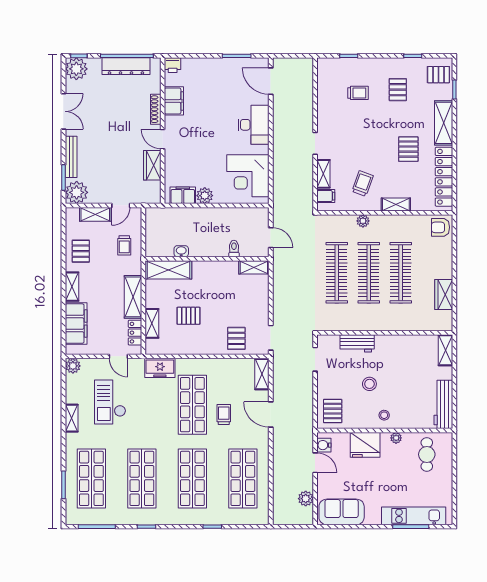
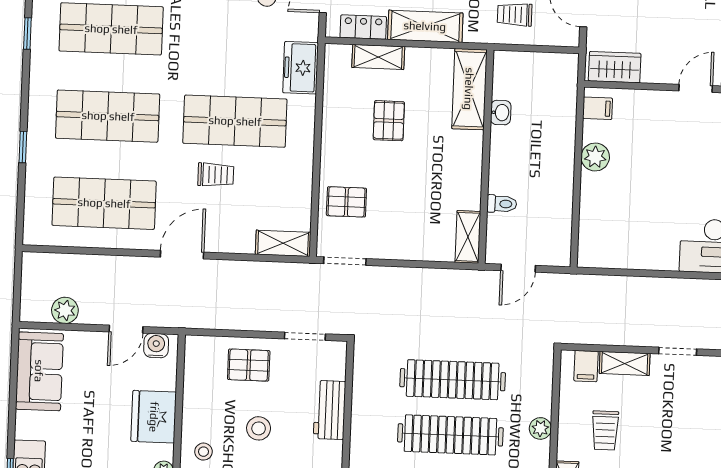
wardrobe: (152, 165) -> (615, 67), moved
corner desk: (248, 176) -> (626, 233), removed
trolley: (363, 184) -> (605, 430), turned 70
filing cabinet: (183, 195) -> (598, 108), width x0.50
pallet: (333, 411) -> (249, 365), moved
door: (271, 415) -> (182, 255), moved

